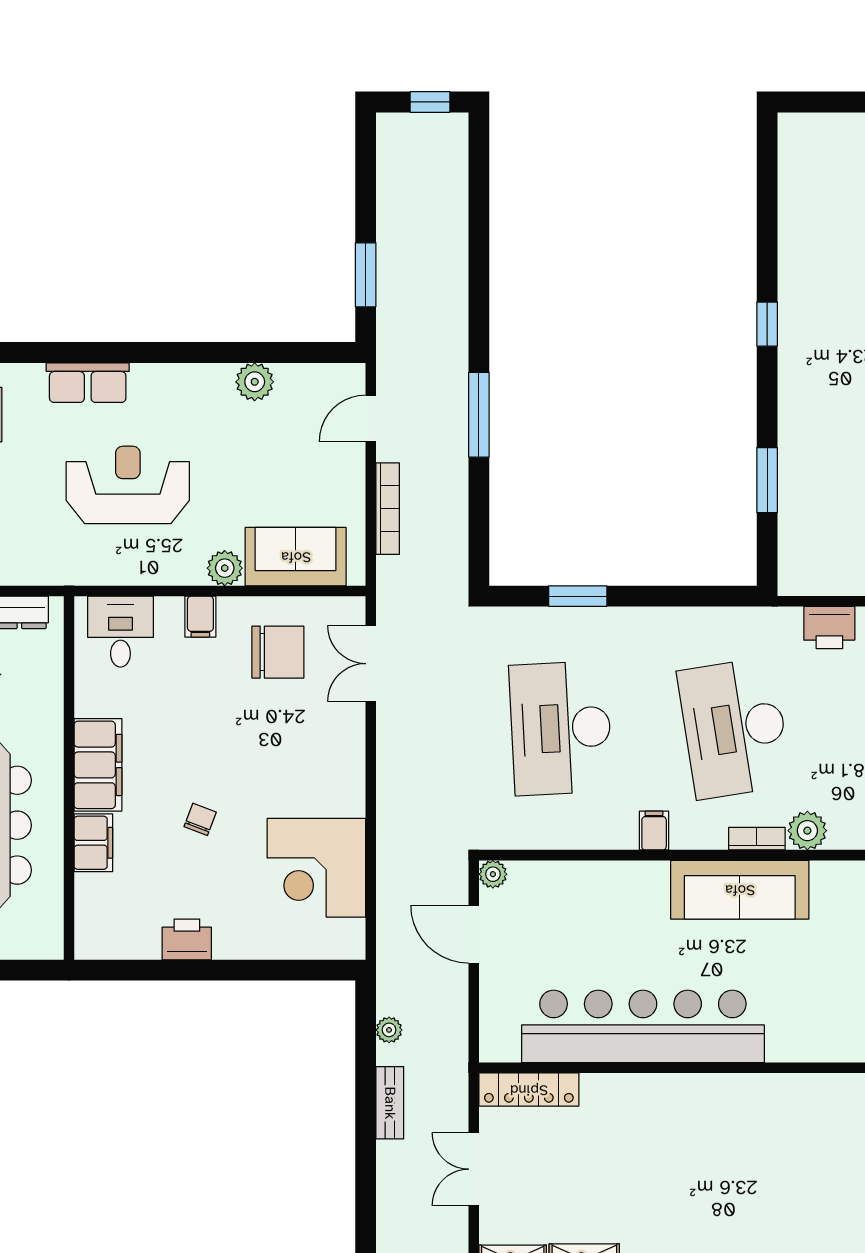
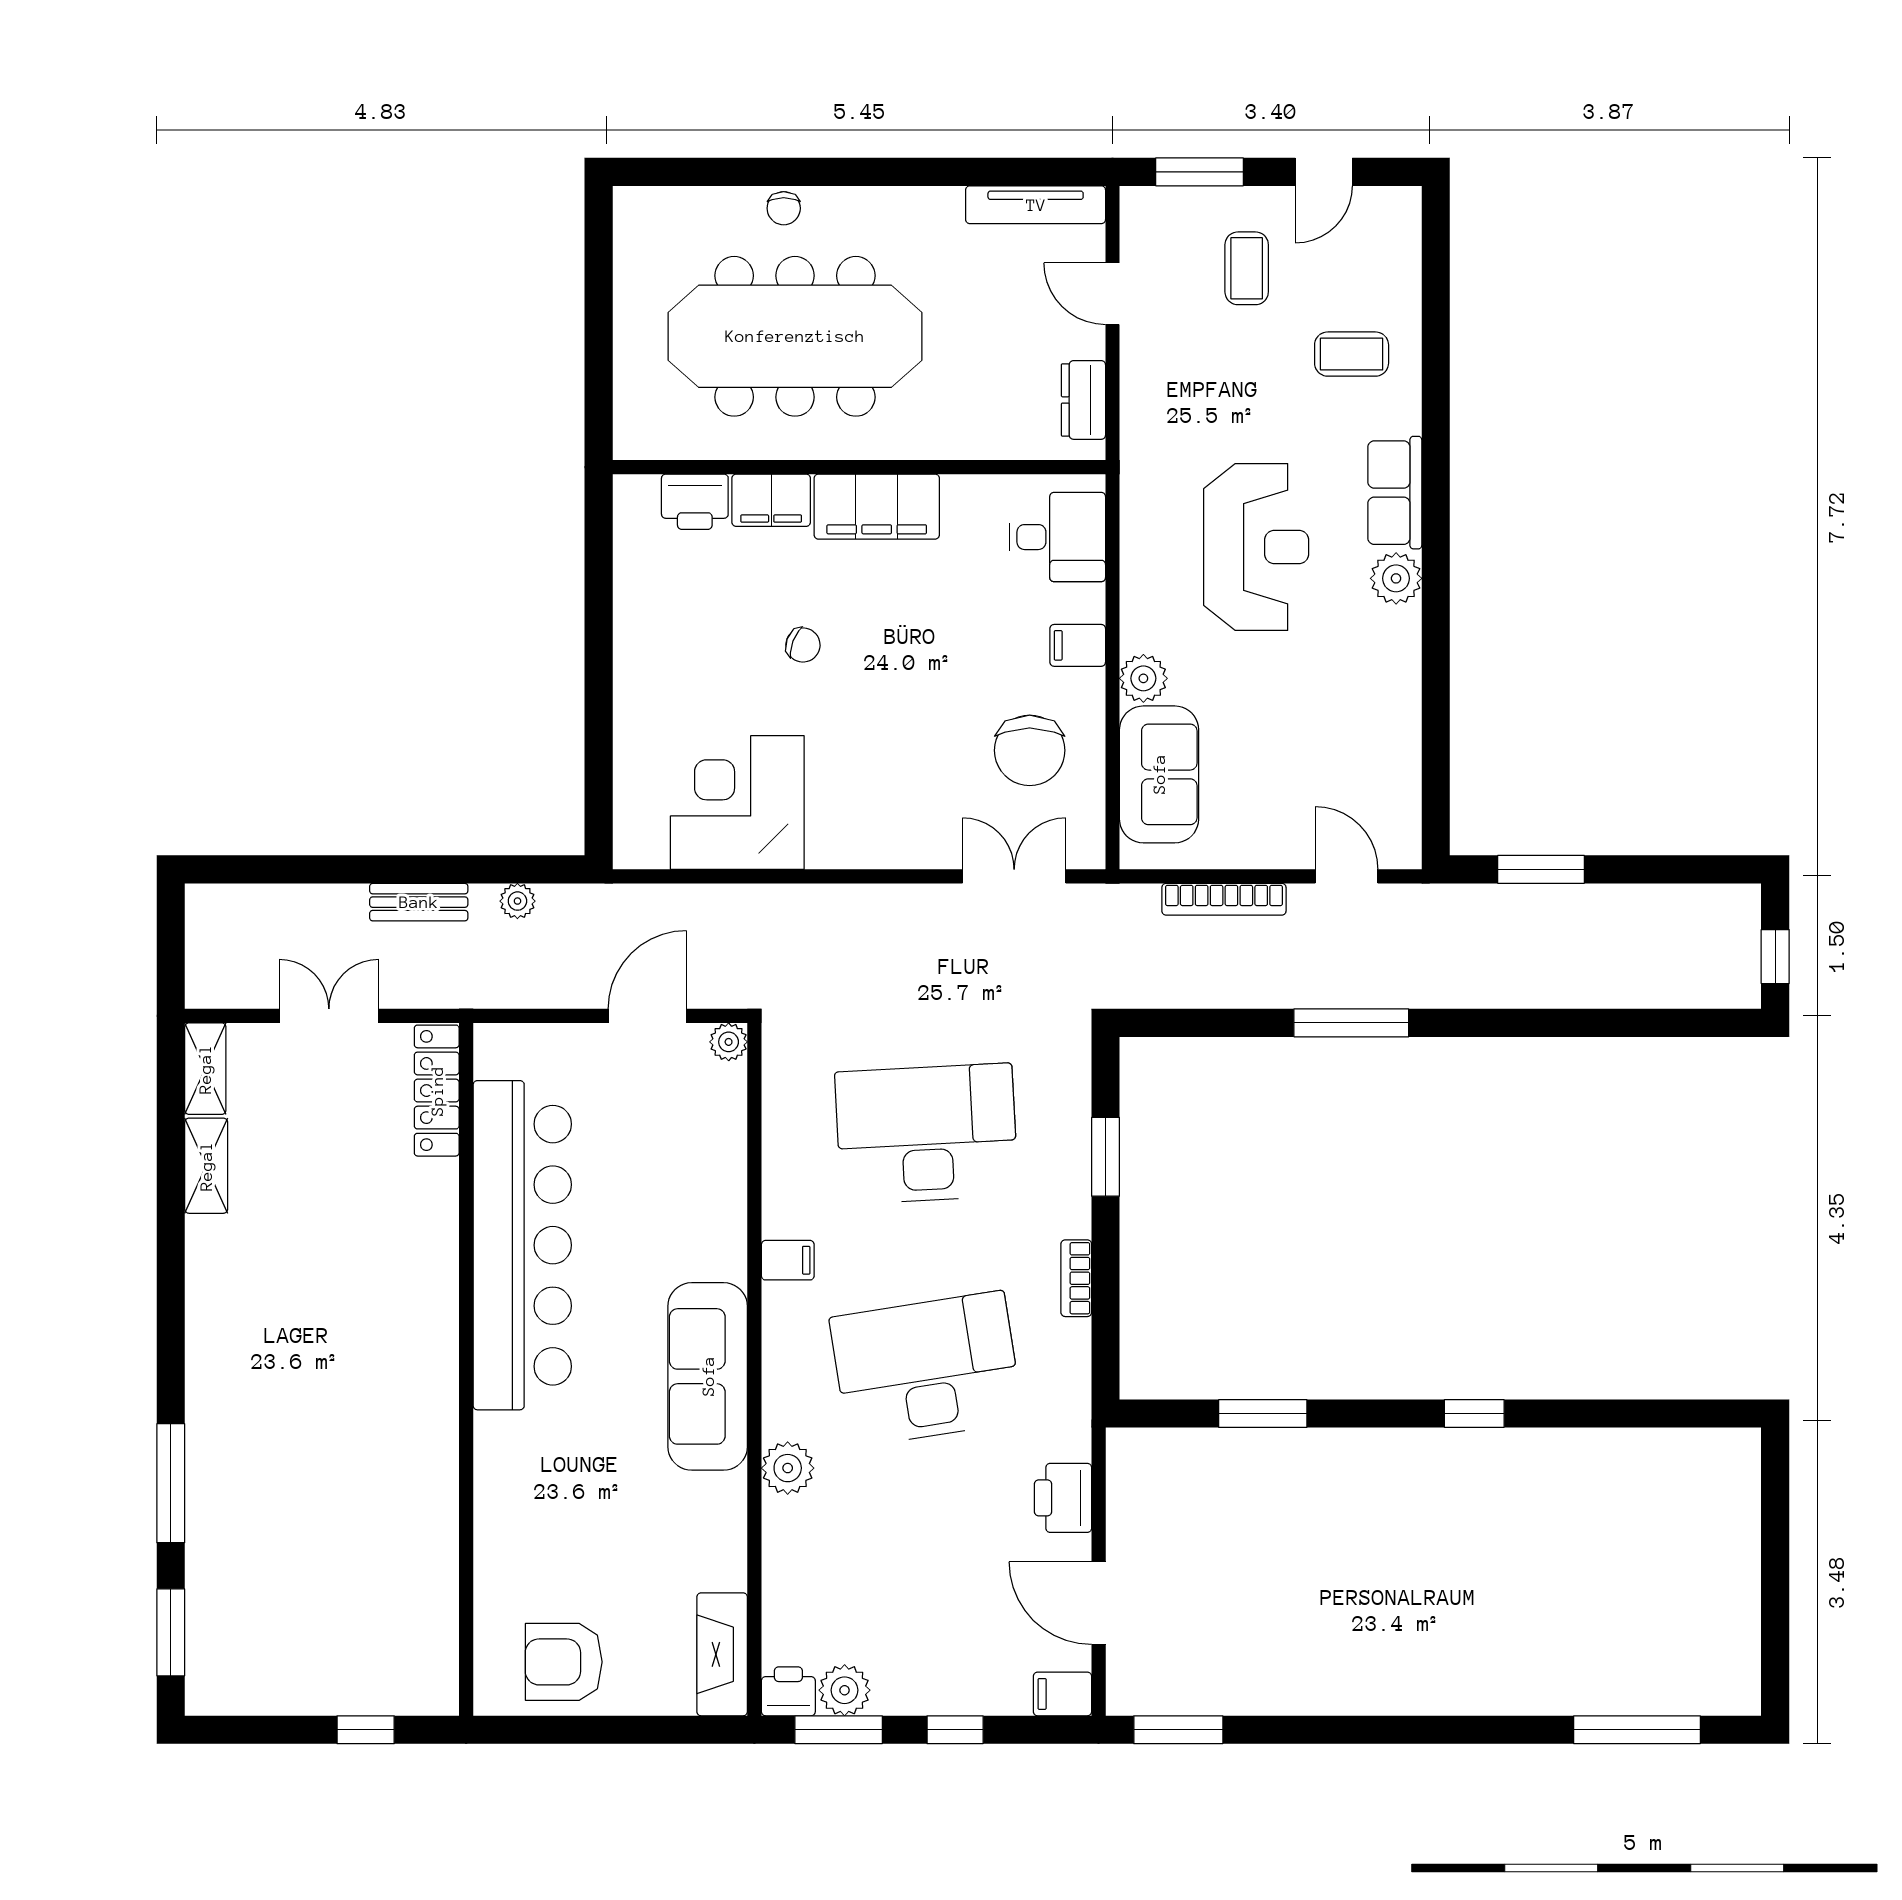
plant: (255, 382) -> (1396, 578), moved
bookcase: (757, 839) -> (1076, 1278), moved, turned 180
printer: (187, 939) -> (695, 502), moved, turned 90

